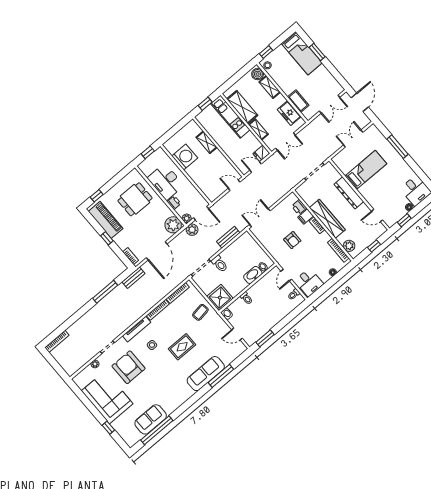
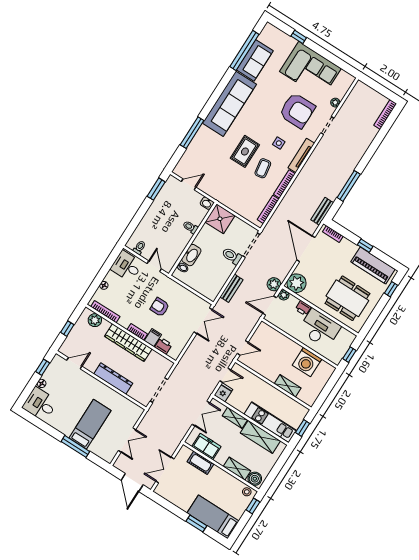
double door: (285, 142) -> (201, 414), swing flipped
bed: (366, 170) -> (90, 424), moved, turned 180
dining table: (135, 199) -> (347, 298), width x1.38
coffee table: (200, 312) -> (263, 168), moved
sofa: (206, 374) -> (229, 104), moved, width x1.36, depth x1.27

